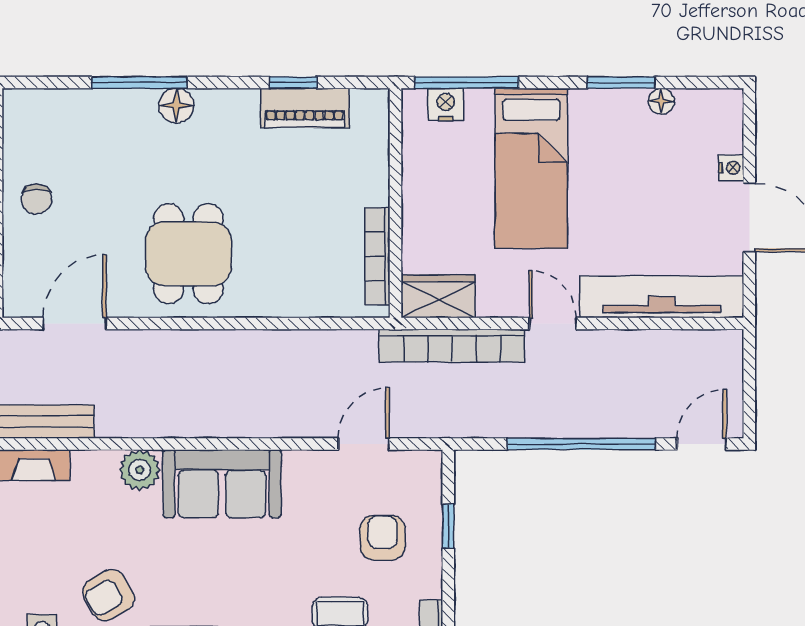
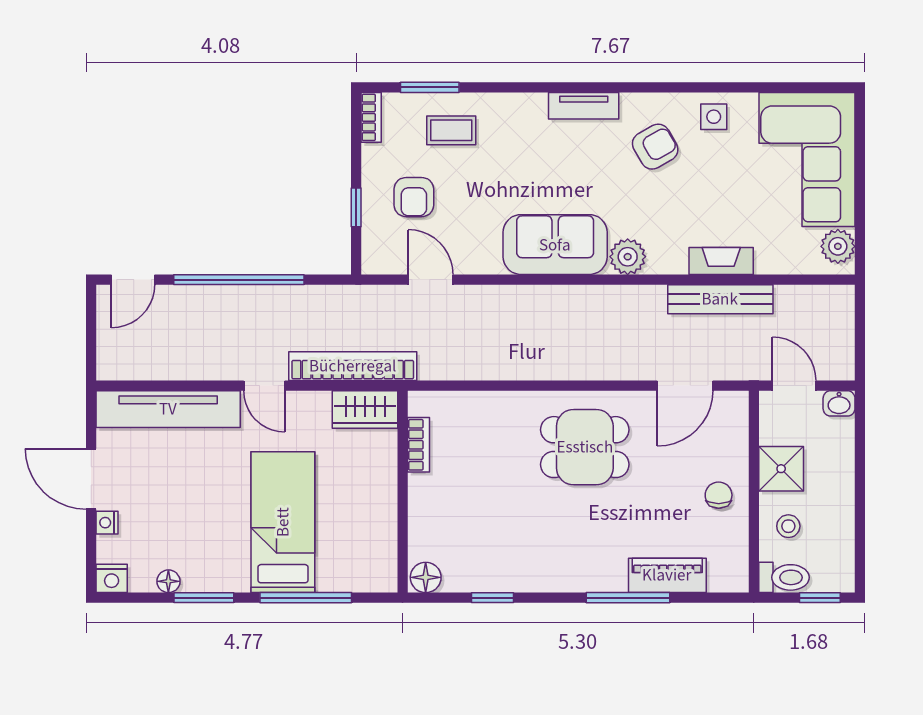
window: (467, 83) -> (306, 598), moved
nightstand: (446, 104) -> (112, 578), moved
floor lamp: (176, 106) -> (426, 577), moved
piano: (305, 108) -> (667, 575), moved
dining table: (188, 254) -> (585, 447), turned 90
bookcase: (377, 256) -> (418, 445), width x0.64
door: (364, 444) -> (431, 280), swing flipped

